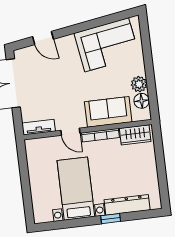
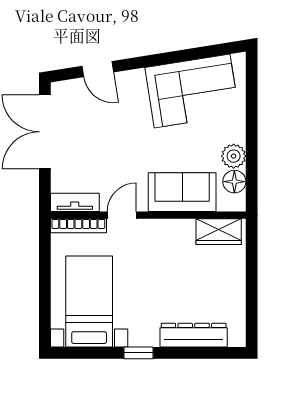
door: (70, 132) -> (122, 215), swing flipped
bookcase: (100, 135) -> (78, 226), moved
bed with nightstands: (76, 189) -> (89, 301), moved
window: (111, 219) -> (139, 353), moved

